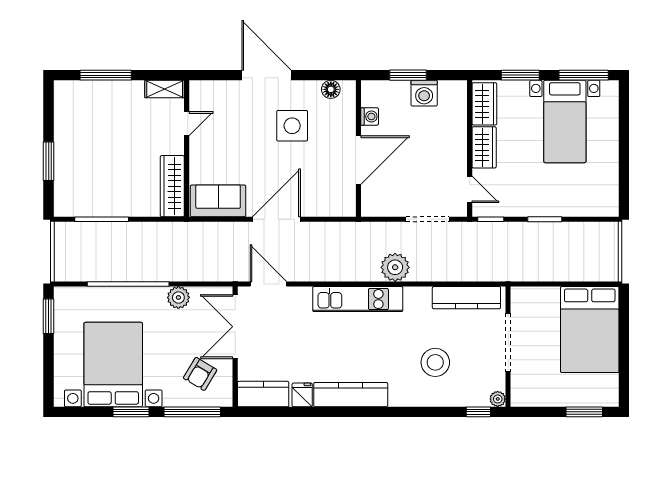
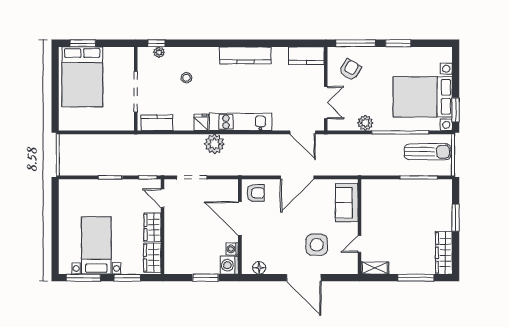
washing machine: (424, 93) -> (229, 265), moved, turned -90
side table: (292, 126) -> (317, 245), moved
door: (358, 160) -> (240, 219), hinge flipped
wardrobe: (172, 186) -> (444, 253), moved, turned 180
armchair: (336, 197) -> (256, 193), added
sofa: (218, 201) -> (347, 203), moved, turned 90
sun lounger: (89, 256) -> (428, 152), added
kitchen counter: (466, 298) -> (157, 123), width x0.67
double door: (235, 327) -> (326, 103), width x0.73
bed: (590, 329) -> (82, 77), moved, turned 180
stool: (435, 362) -> (186, 78), width x0.53, depth x0.53
bed with nightstands: (113, 365) -> (423, 97), moved, turned 90
fridge: (302, 395) -> (201, 122), moved, turned 180
plant: (498, 399) -> (159, 52), moved

